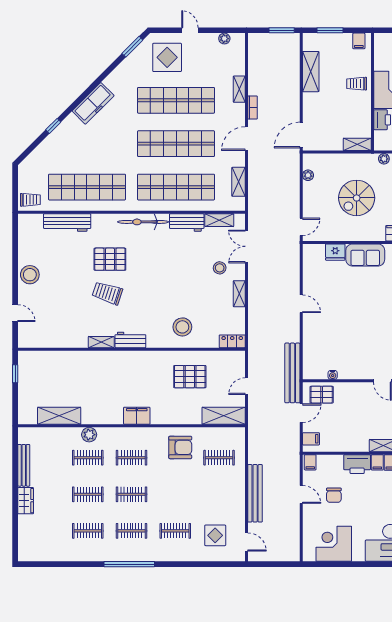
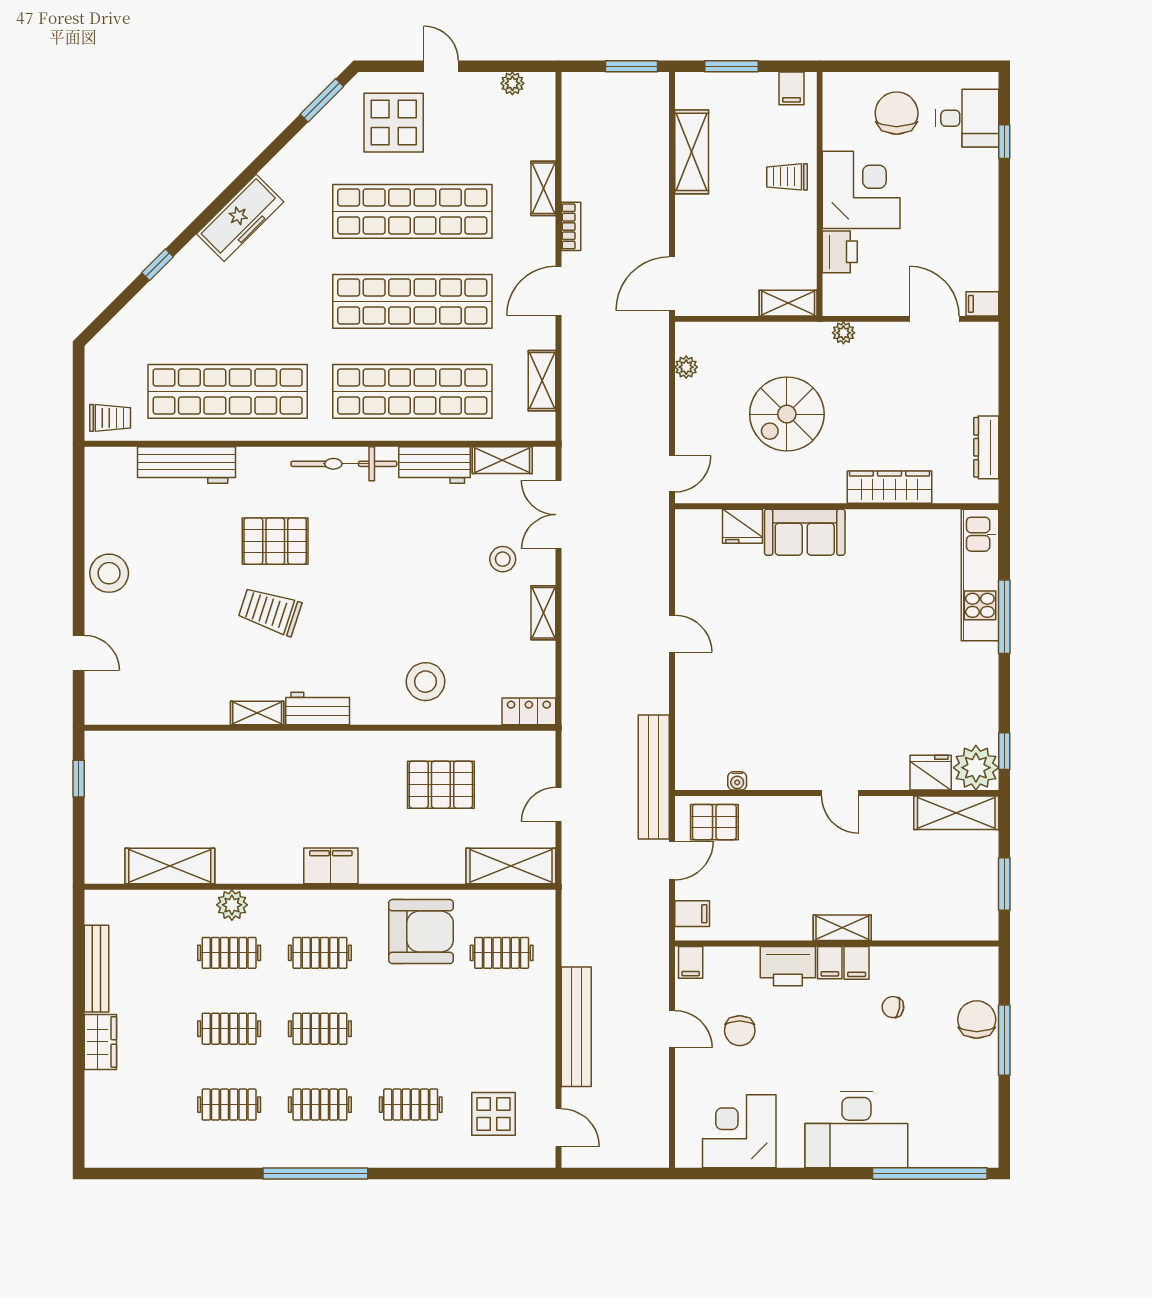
armchair: (180, 447) -> (421, 932), width x1.36, depth x1.36

